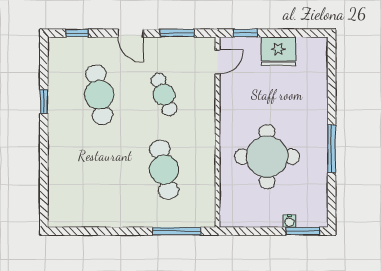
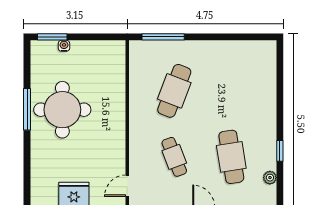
plant: (55, 71) -> (270, 178), added
round table: (267, 157) -> (62, 110), moved
cafe table: (164, 170) -> (174, 91), turned 33

